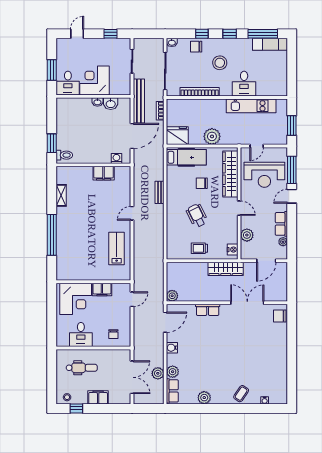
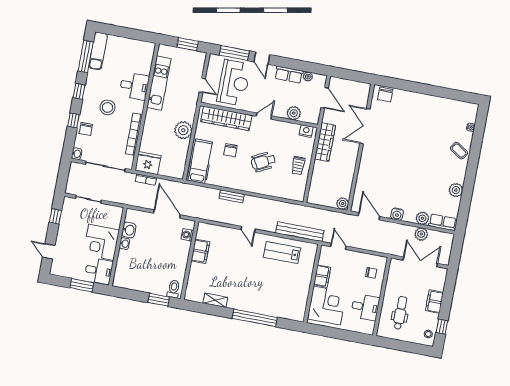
bench: (139, 101) -> (300, 232), moved
fridge: (177, 136) -> (148, 163), moved, turned 90
row of seats: (208, 310) -> (364, 169), removed

